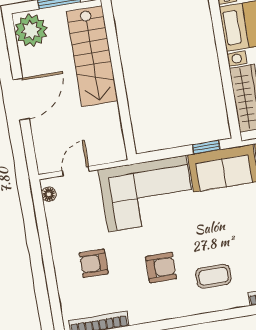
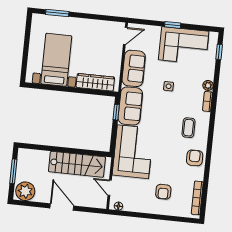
stairs: (92, 56) -> (77, 164), moved
armchair: (161, 268) -> (195, 158), moved

